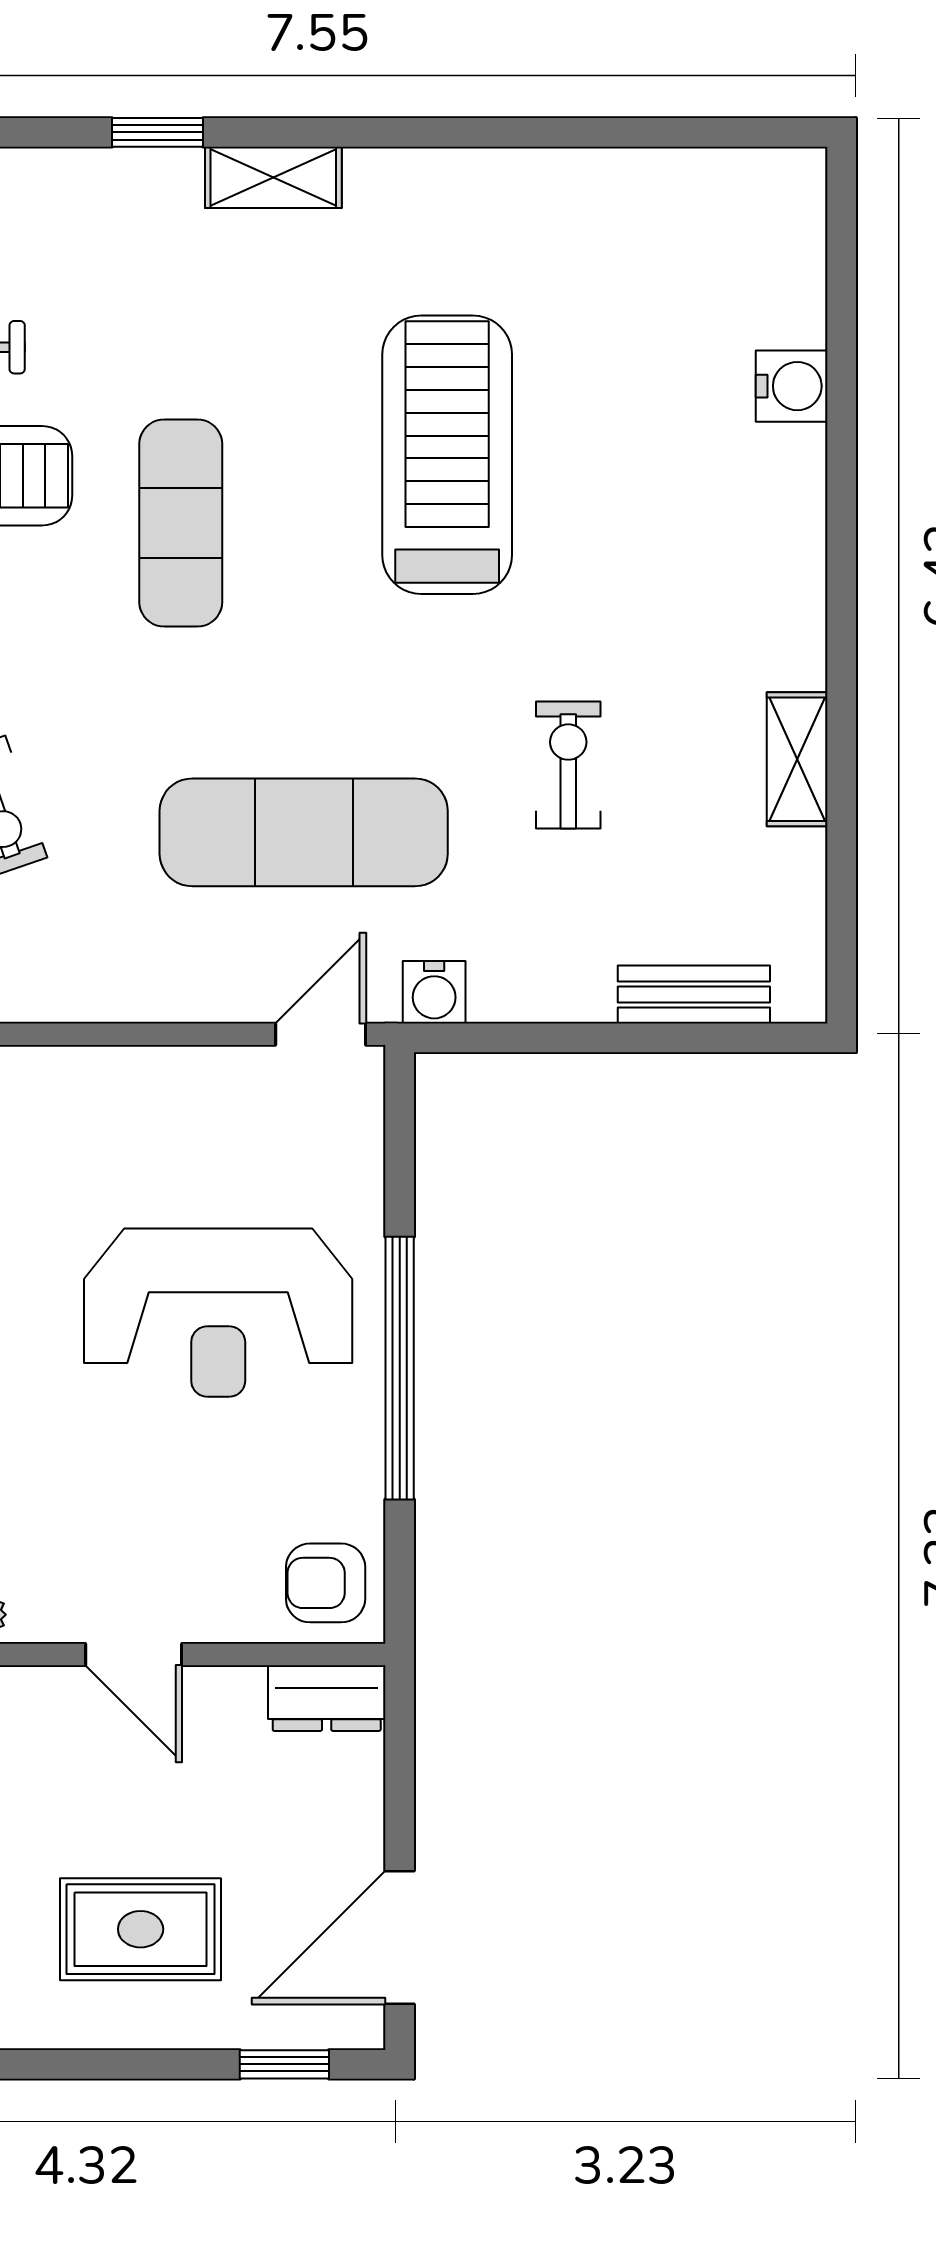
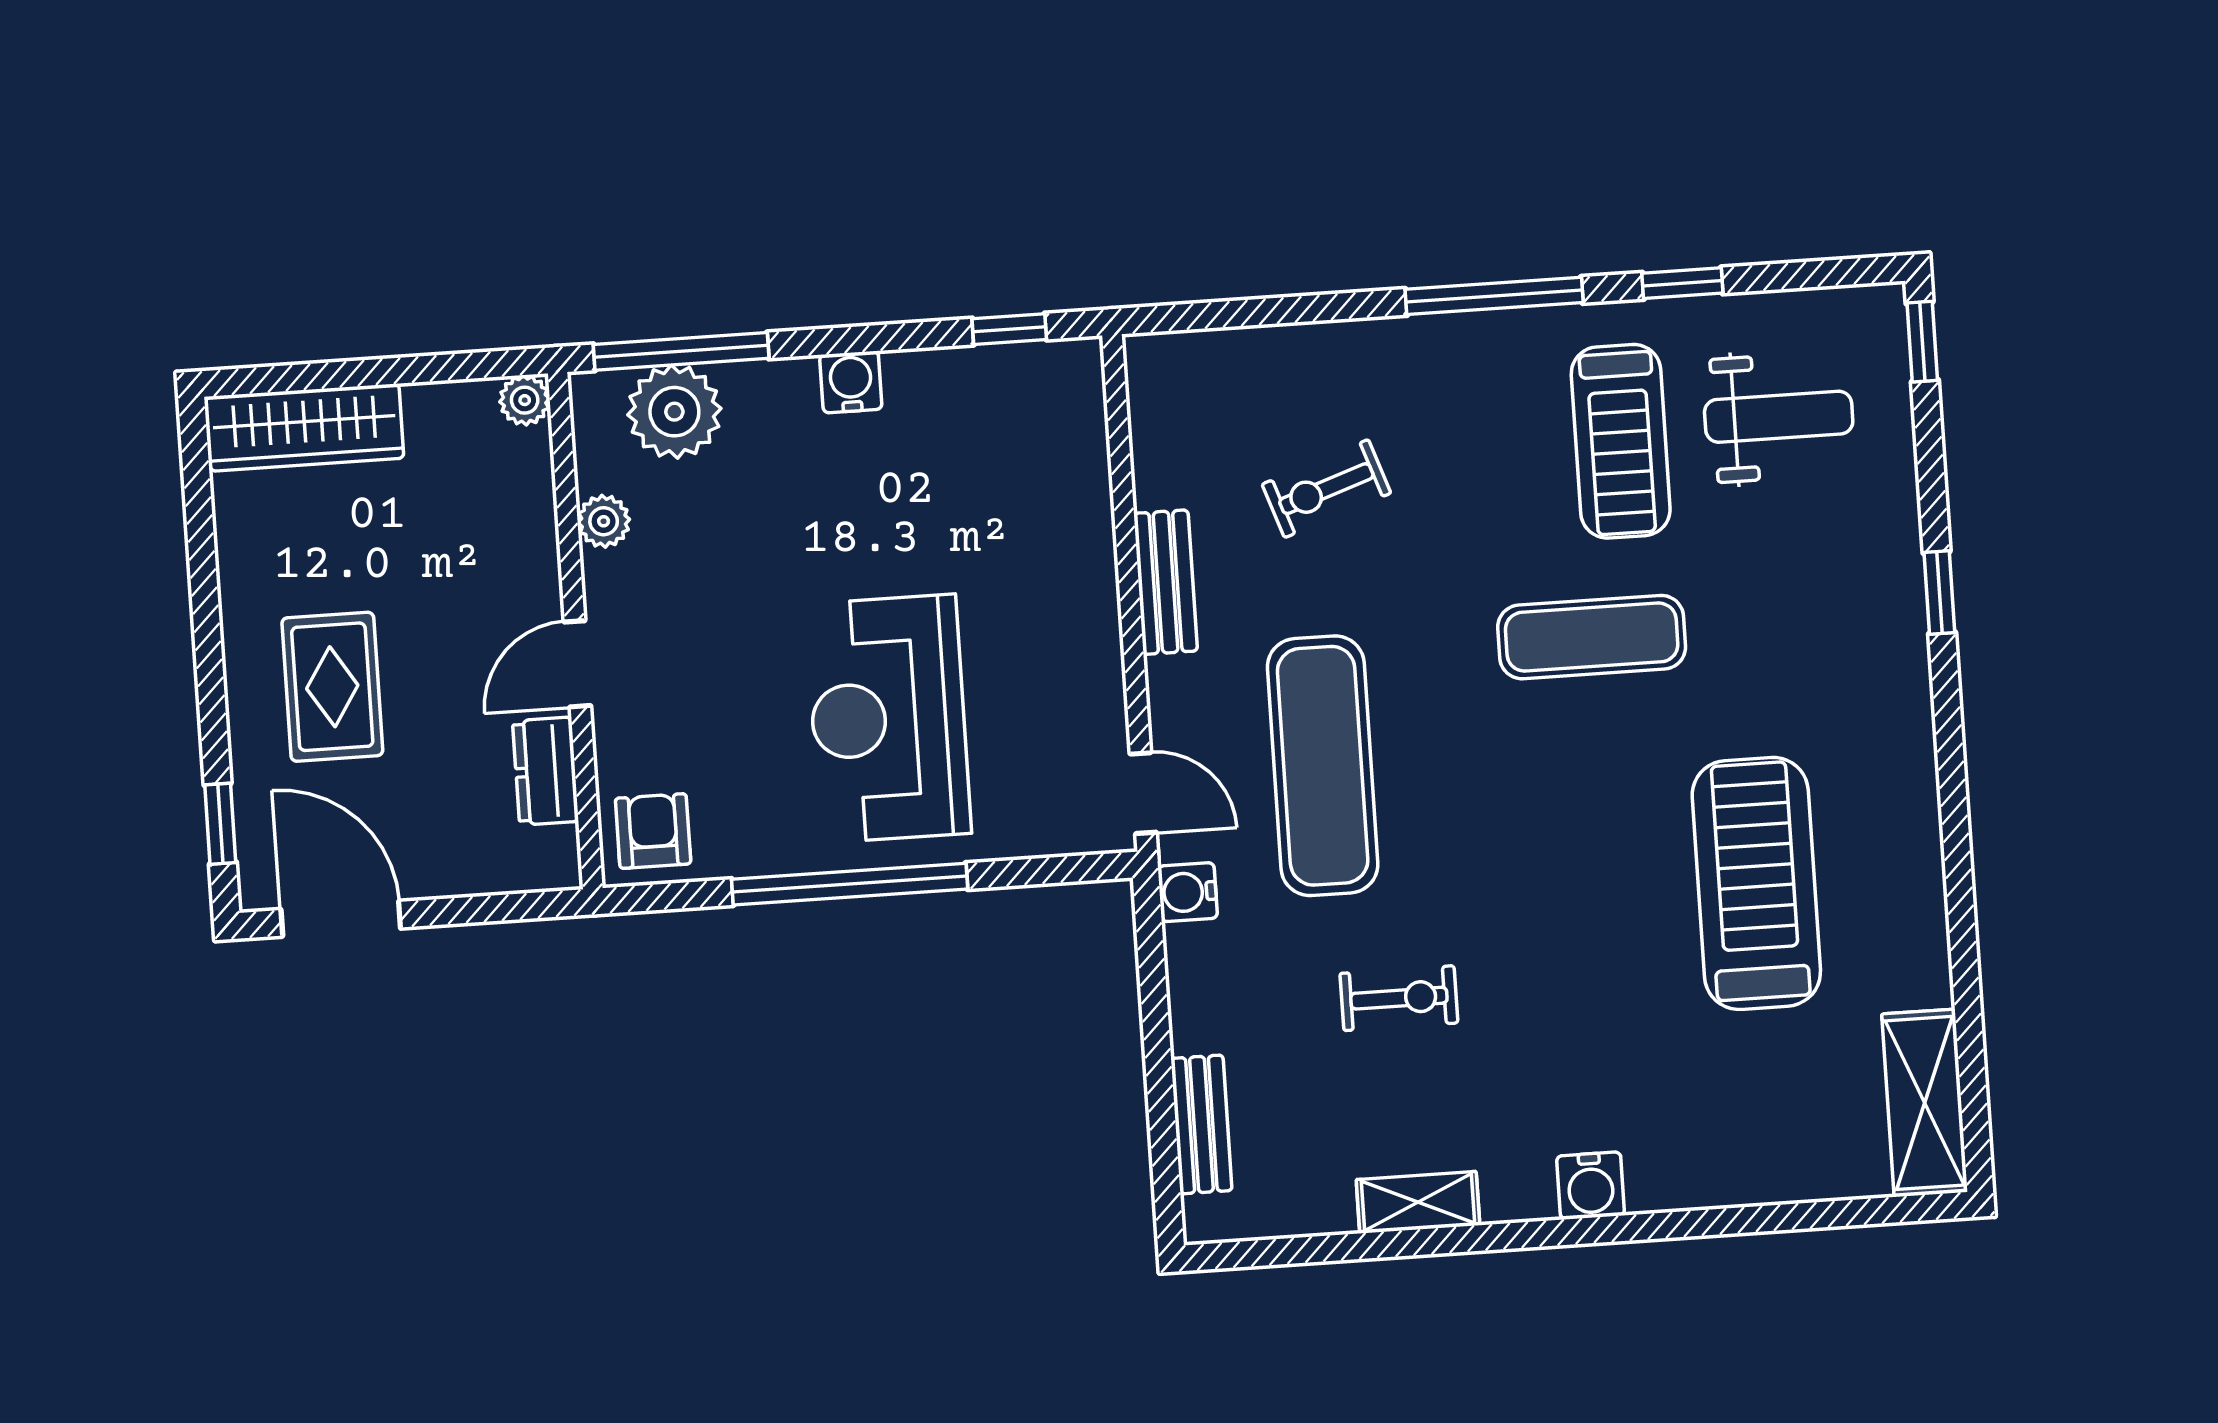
shelving: (273, 177) -> (1925, 1103), moved, width x1.50, depth x1.33
water cooler: (792, 386) -> (1591, 1186), moved
treadmill: (447, 455) -> (1756, 883), moved, turned -90
bench: (87, 993) -> (1166, 582), added
dresser: (327, 1698) -> (546, 771), moved

